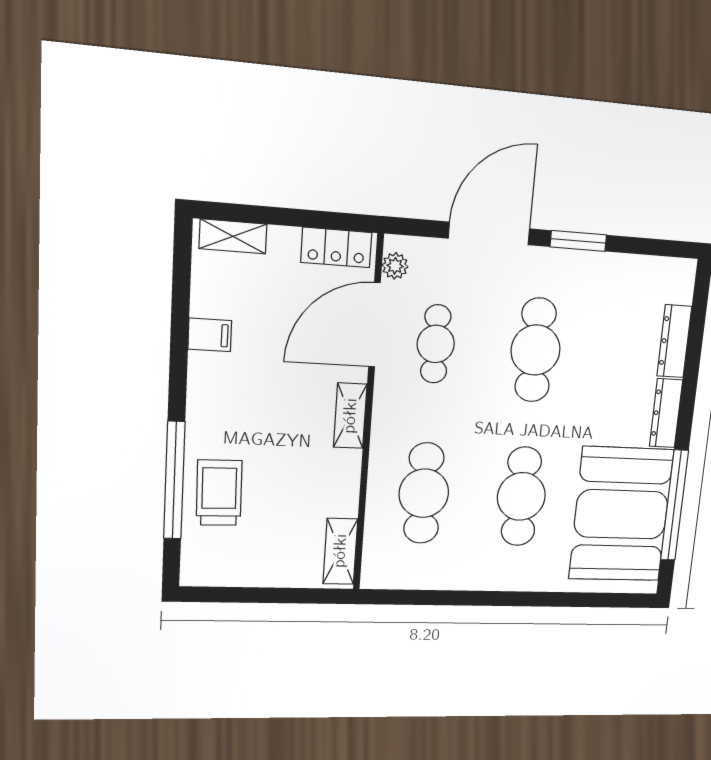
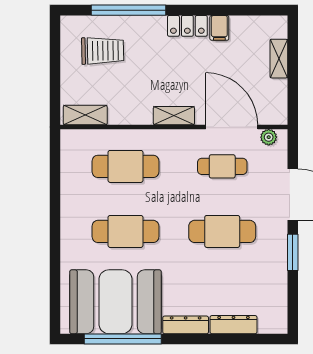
shelving: (233, 236) -> (279, 59), moved
locker: (336, 247) -> (187, 26), moved, turned -90
trolley: (219, 493) -> (103, 51), moved

